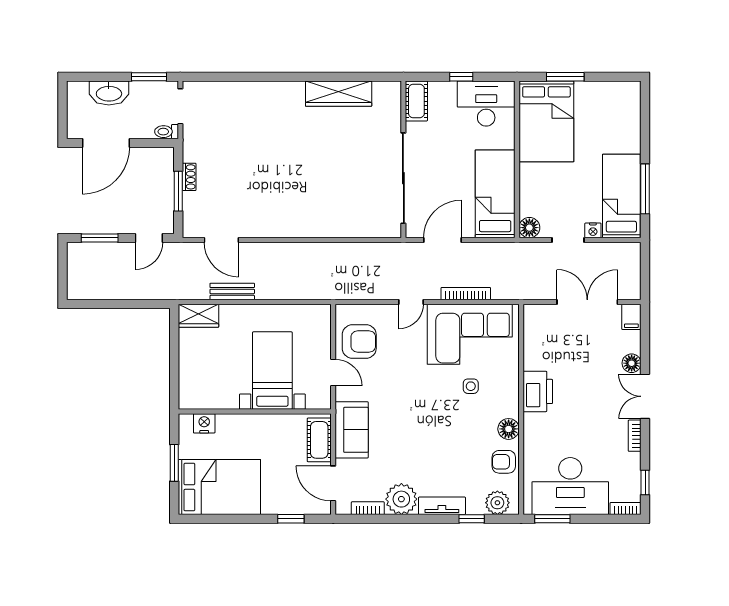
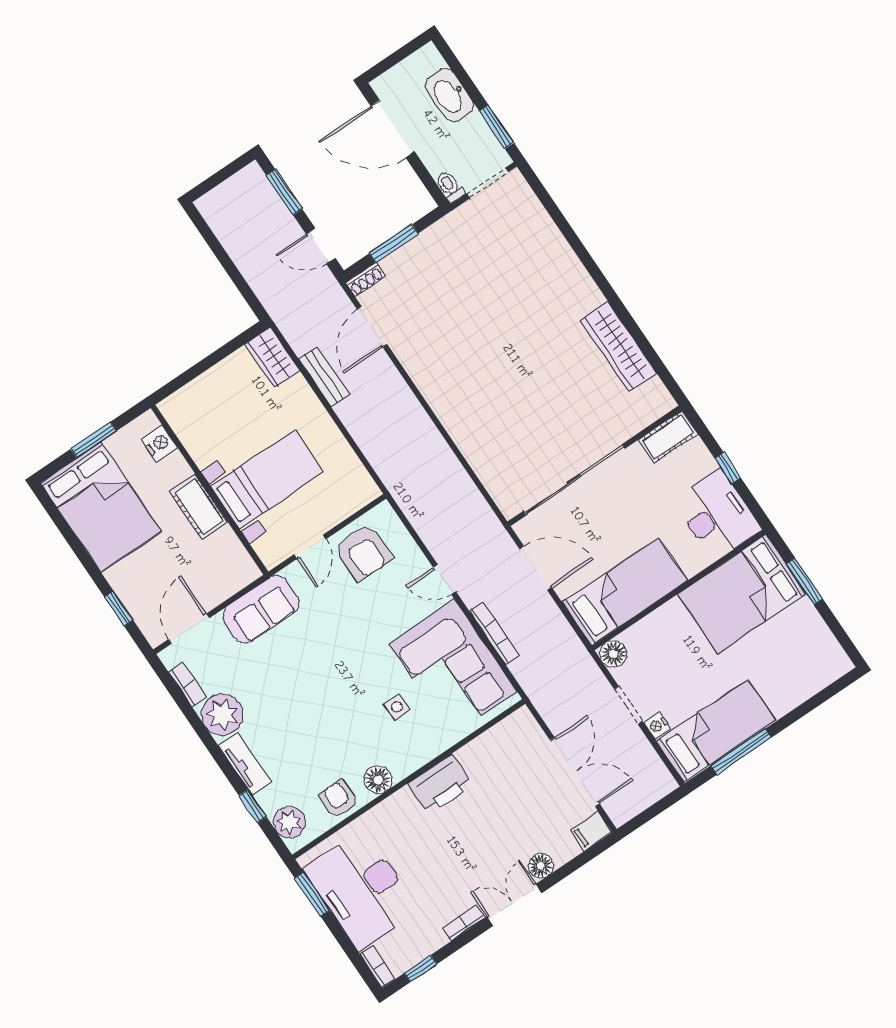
shoe rack: (189, 177) -> (366, 280), moved
cot: (319, 440) -> (199, 507), moved, turned 90

